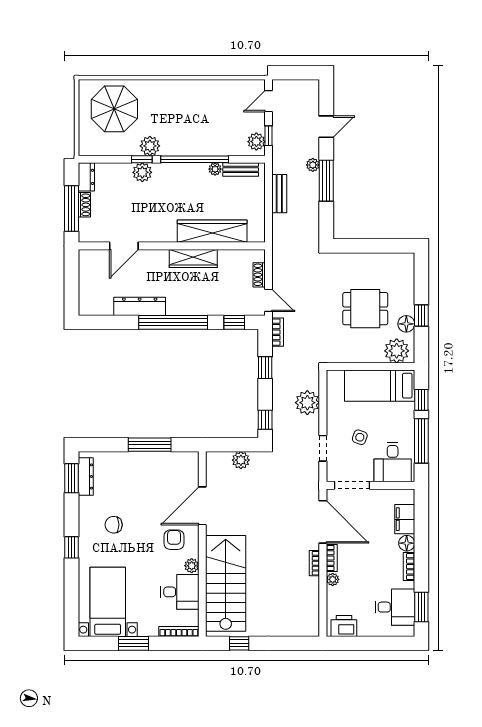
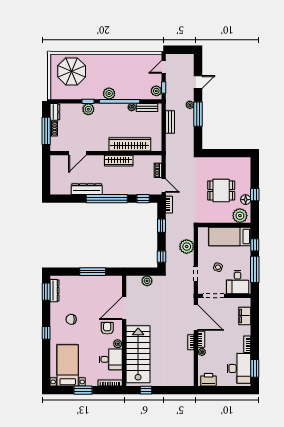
plant: (150, 146) -> (109, 94), moved
floor lamp: (407, 543) -> (246, 330), removed
desk: (395, 607) -> (239, 368), width x1.37

